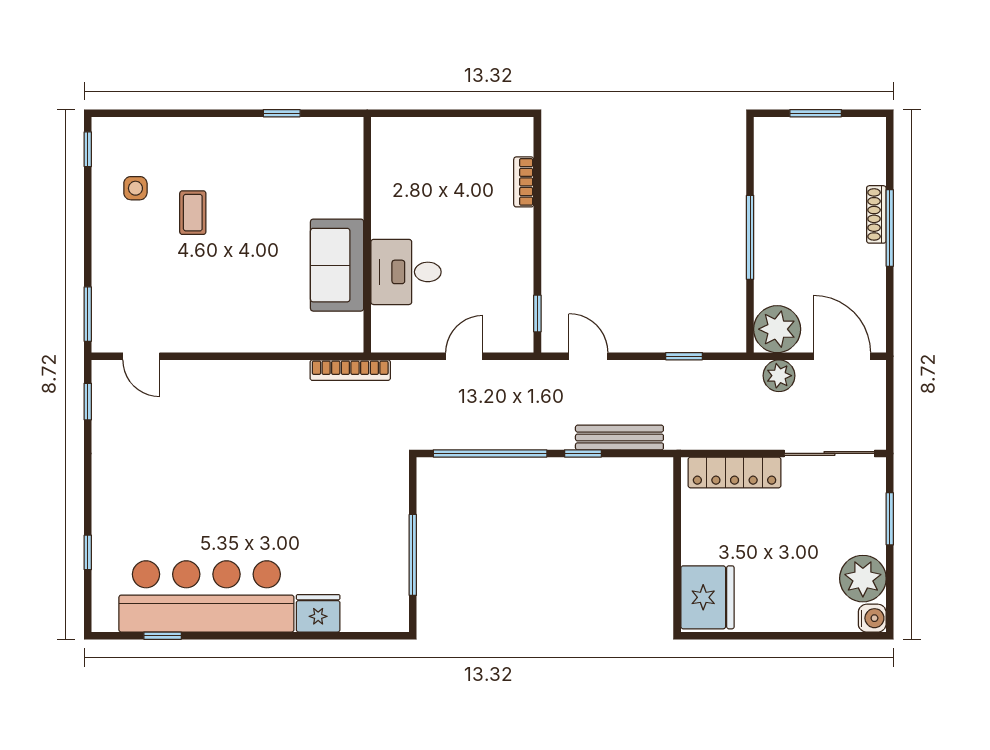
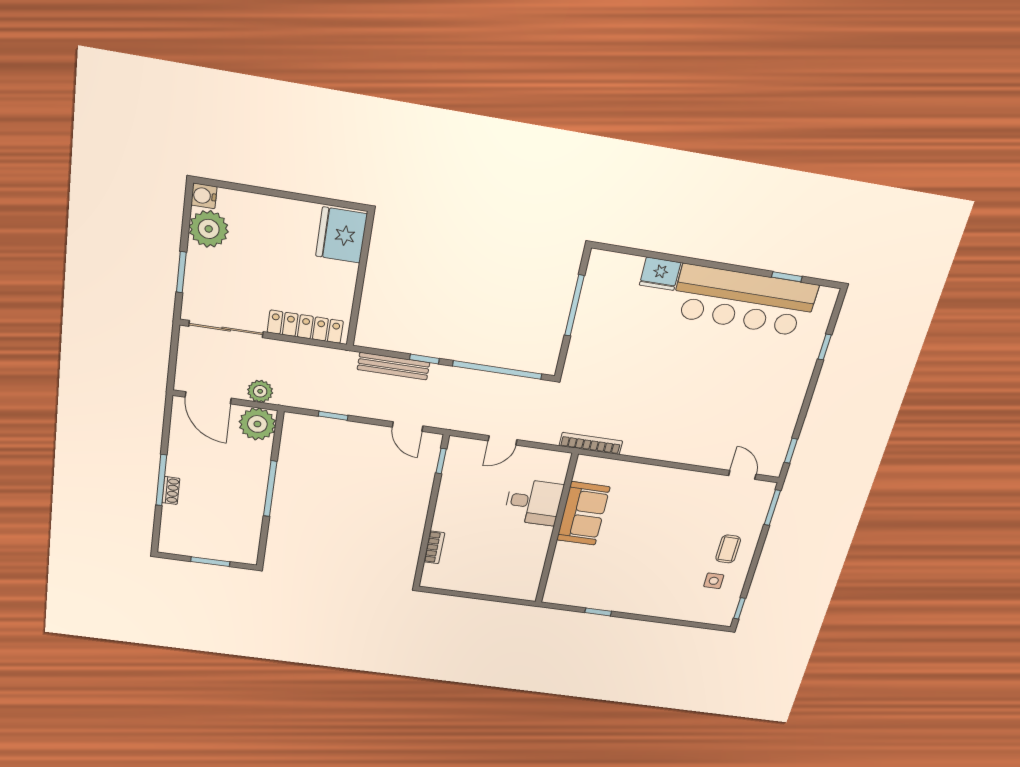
coffee table: (193, 213) -> (728, 549), moved
shoe rack: (876, 214) -> (171, 491), width x0.70

